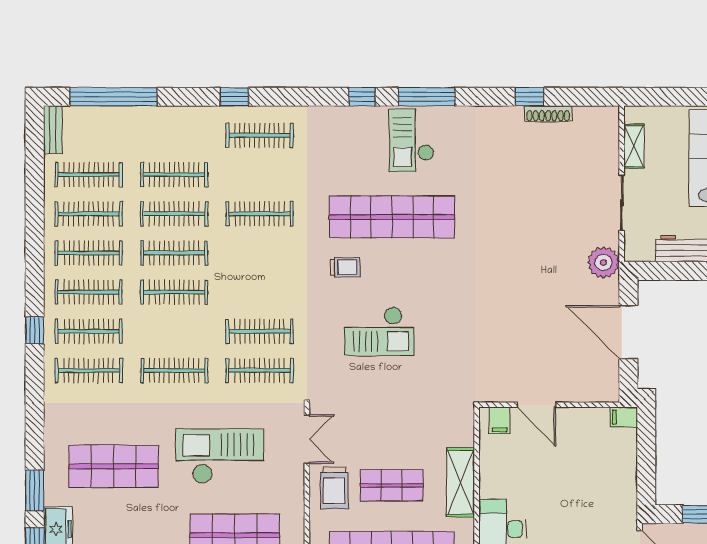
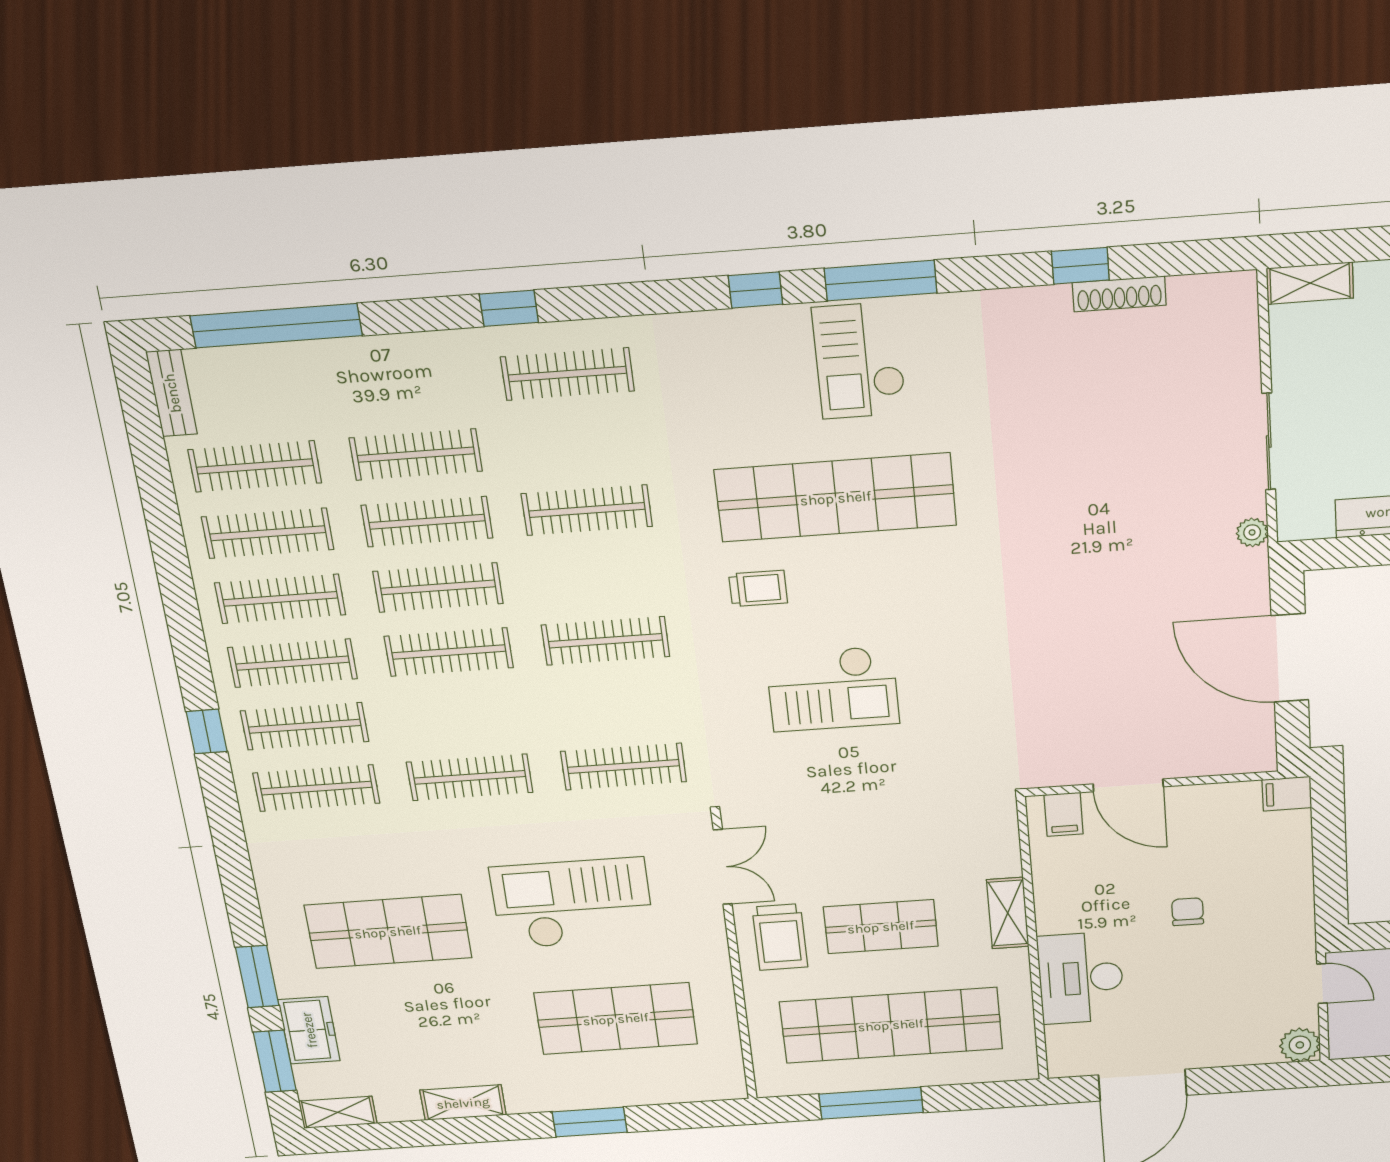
shelving: (634, 146) -> (1310, 283), moved, turned 90
plant: (603, 263) -> (1252, 532), width x0.53, depth x0.53
clothes rail: (260, 331) -> (606, 641), moved
shelving: (461, 482) -> (1008, 913), width x0.67, depth x0.75
chair: (565, 489) -> (1188, 912), added

